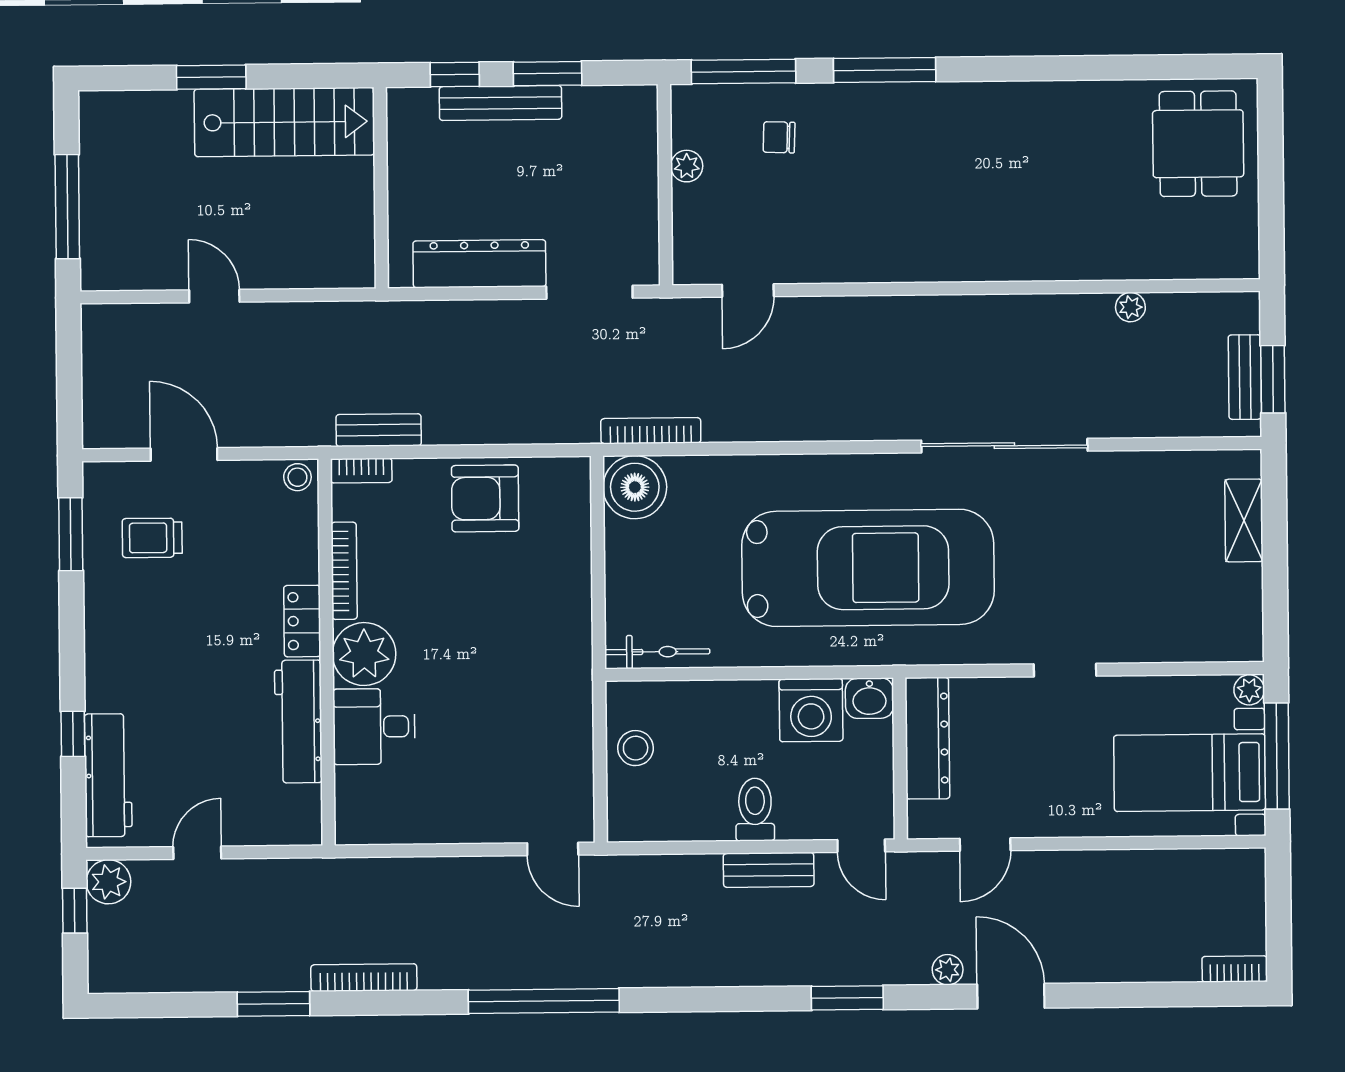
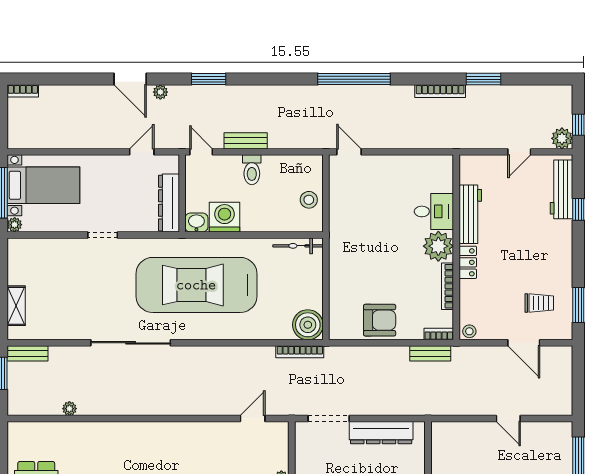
bench: (1245, 377) -> (28, 353), moved, turned 90

